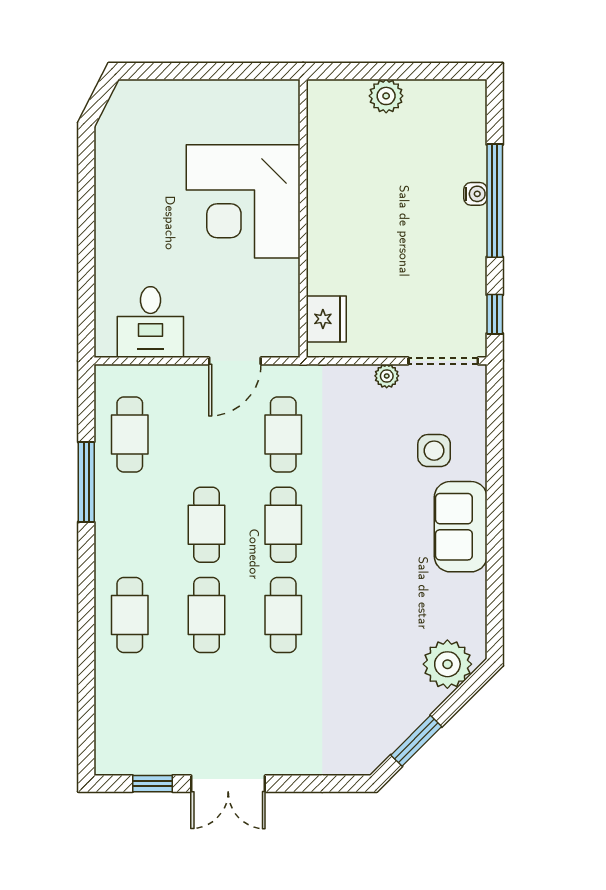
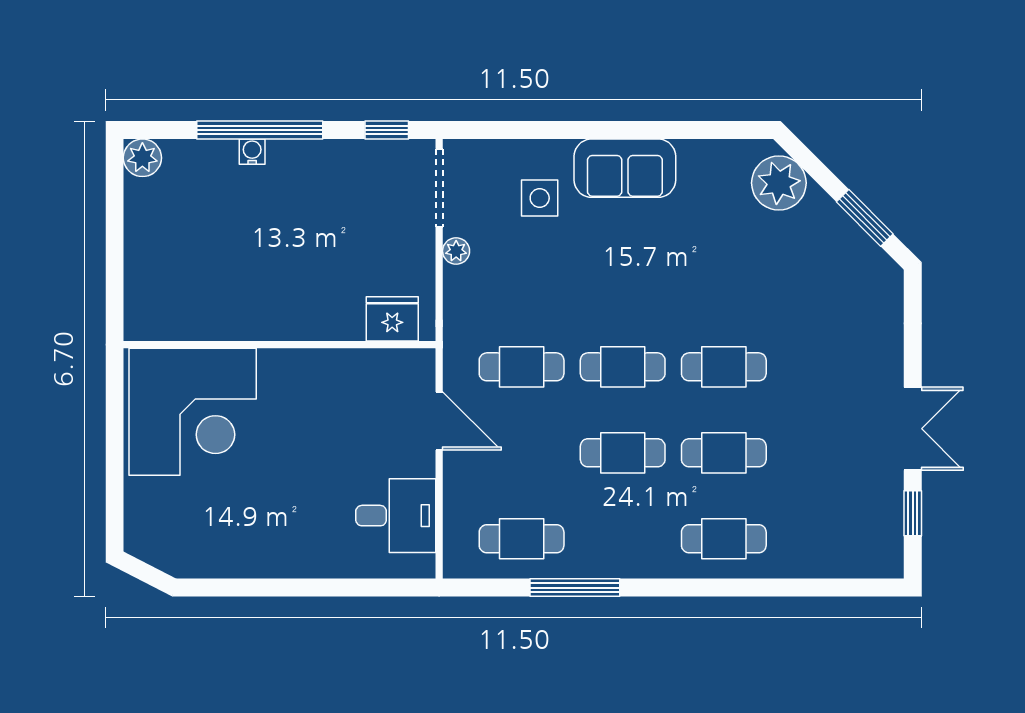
plant: (386, 96) -> (142, 158), moved
corner desk: (243, 201) -> (193, 412), moved

